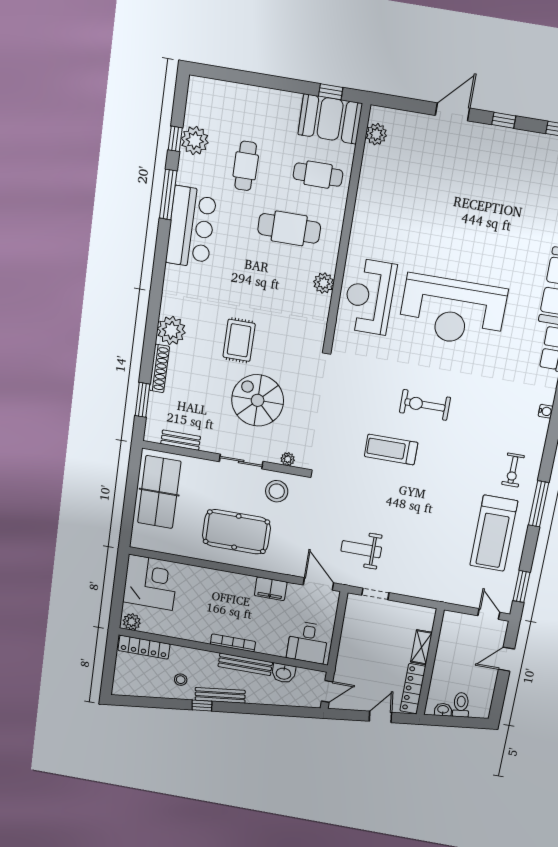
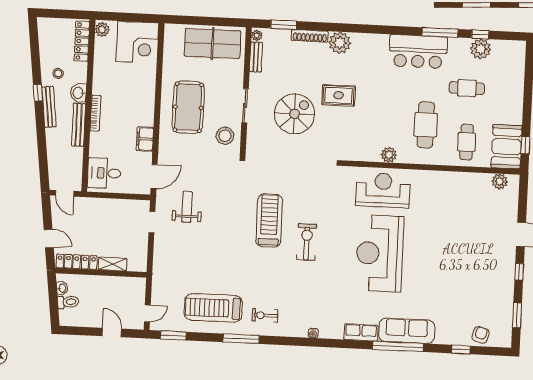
treadmill: (391, 449) -> (269, 220), width x1.37, depth x1.38
plant: (288, 459) -> (257, 35), moved
washbasin: (284, 673) -> (78, 93), moved

